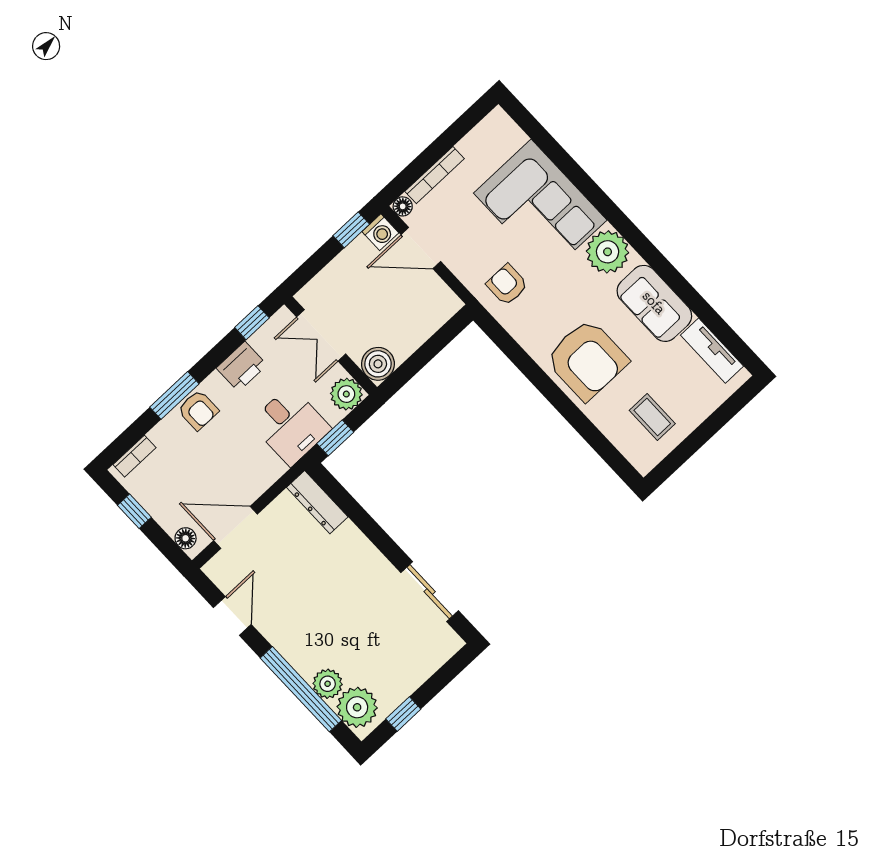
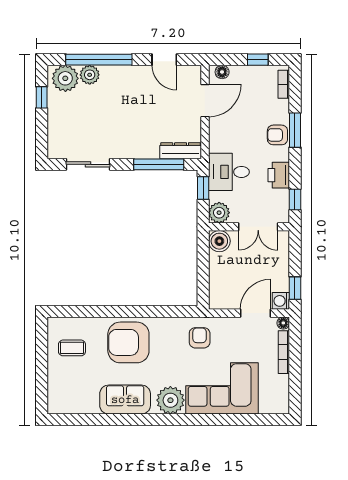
armchair: (507, 285) -> (200, 338), turned -90
double door: (321, 335) -> (258, 227), swing flipped
tv unit: (712, 351) -> (77, 406), removed
window: (355, 512) -> (159, 164), added

